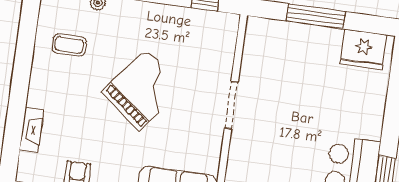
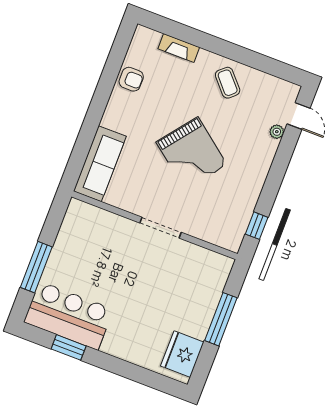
coffee table: (69, 45) -> (228, 83), moved, turned -42

